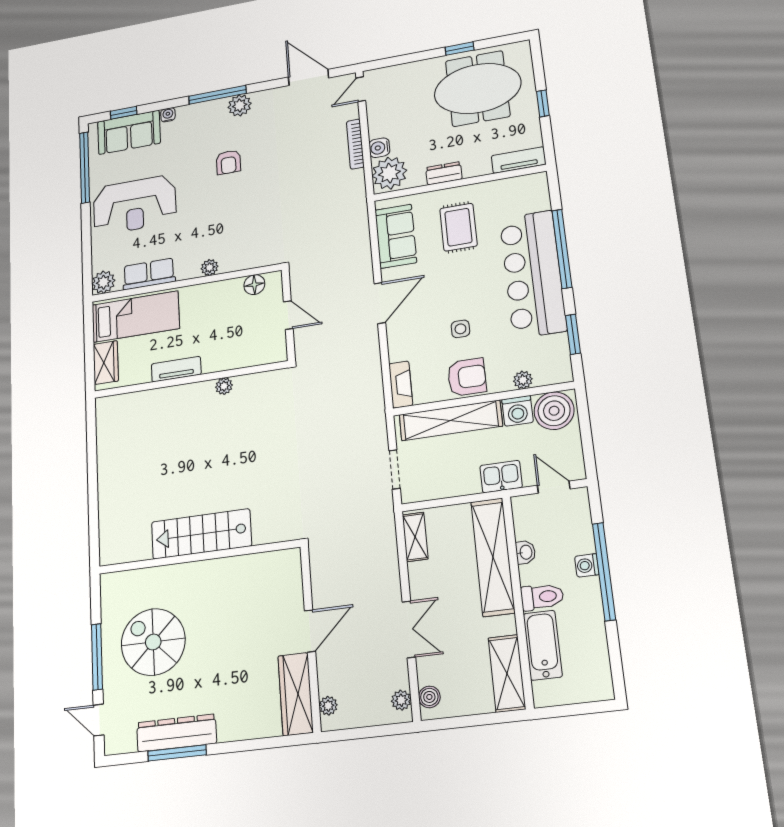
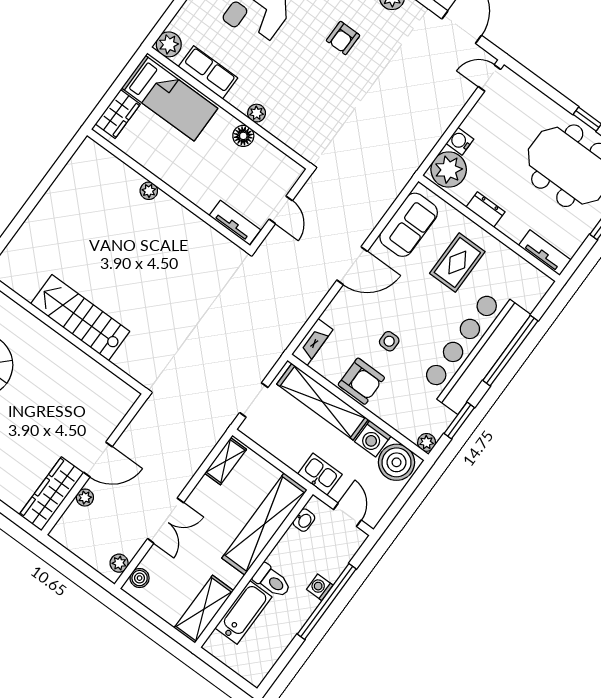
bookcase: (355, 144) -> (446, 120), removed
floor lamp: (254, 285) -> (243, 136), moved
tv unit: (176, 369) -> (235, 223), moved
plant: (523, 380) -> (427, 442), moved
plant: (224, 386) -> (149, 191), moved
washbasin: (525, 552) -> (304, 520), moved
plant: (328, 706) -> (85, 498), moved

